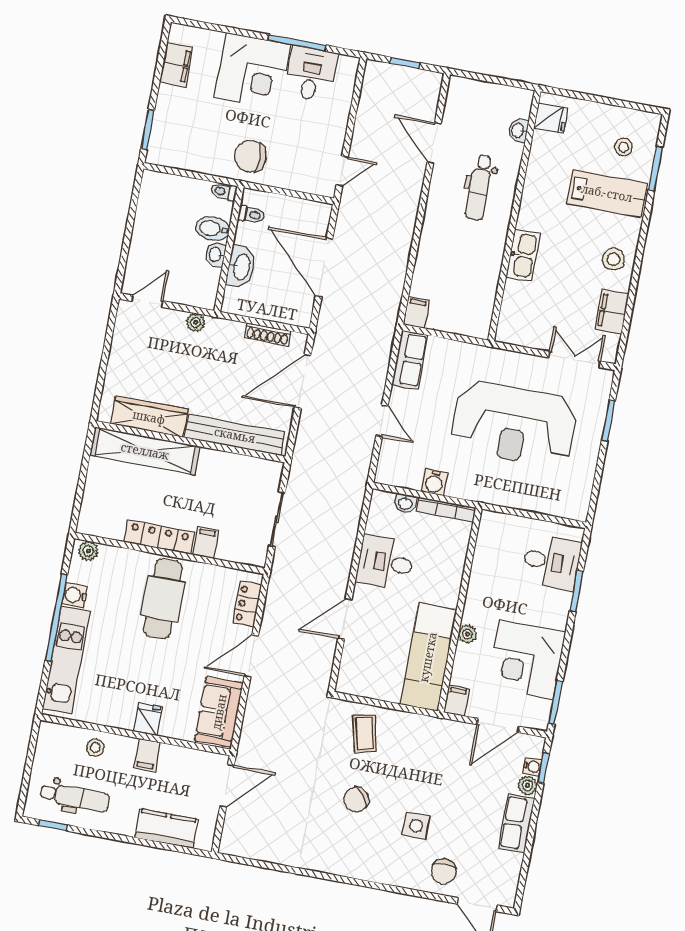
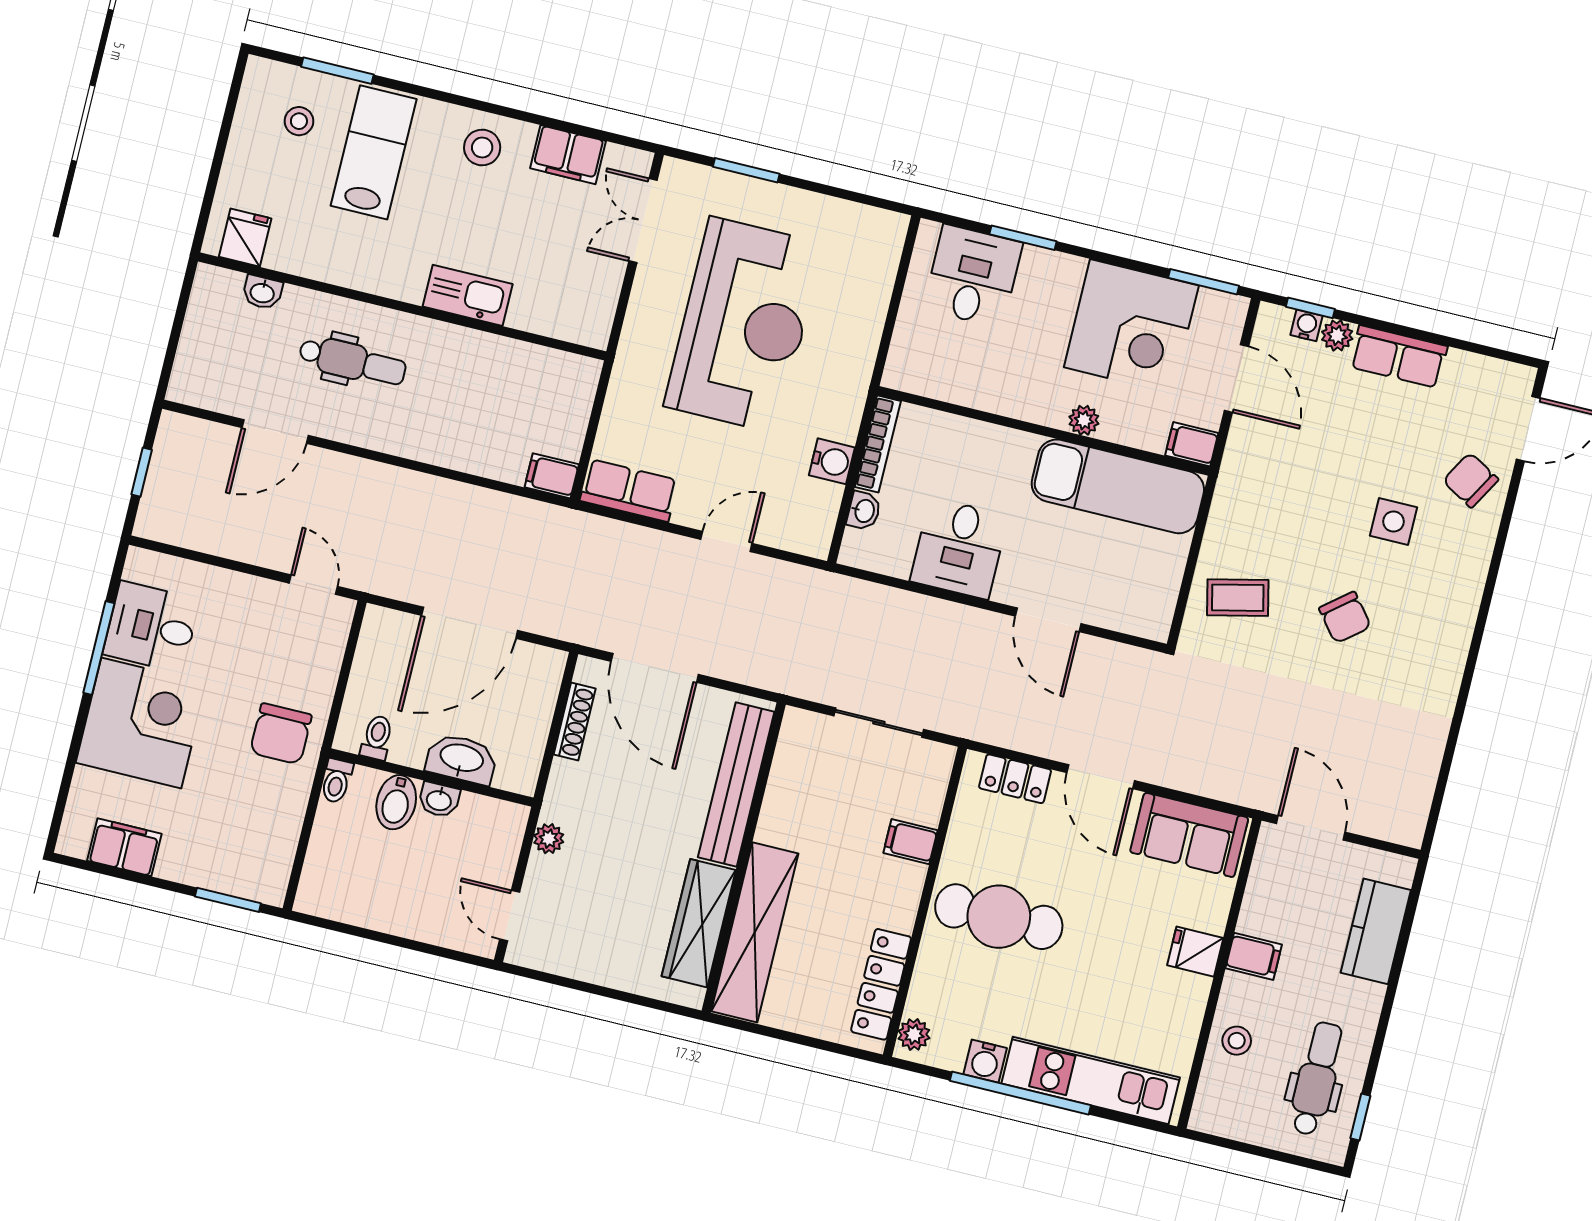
locker: (159, 537) -> (881, 984), moved
chair: (444, 871) -> (1471, 480), turned -150

